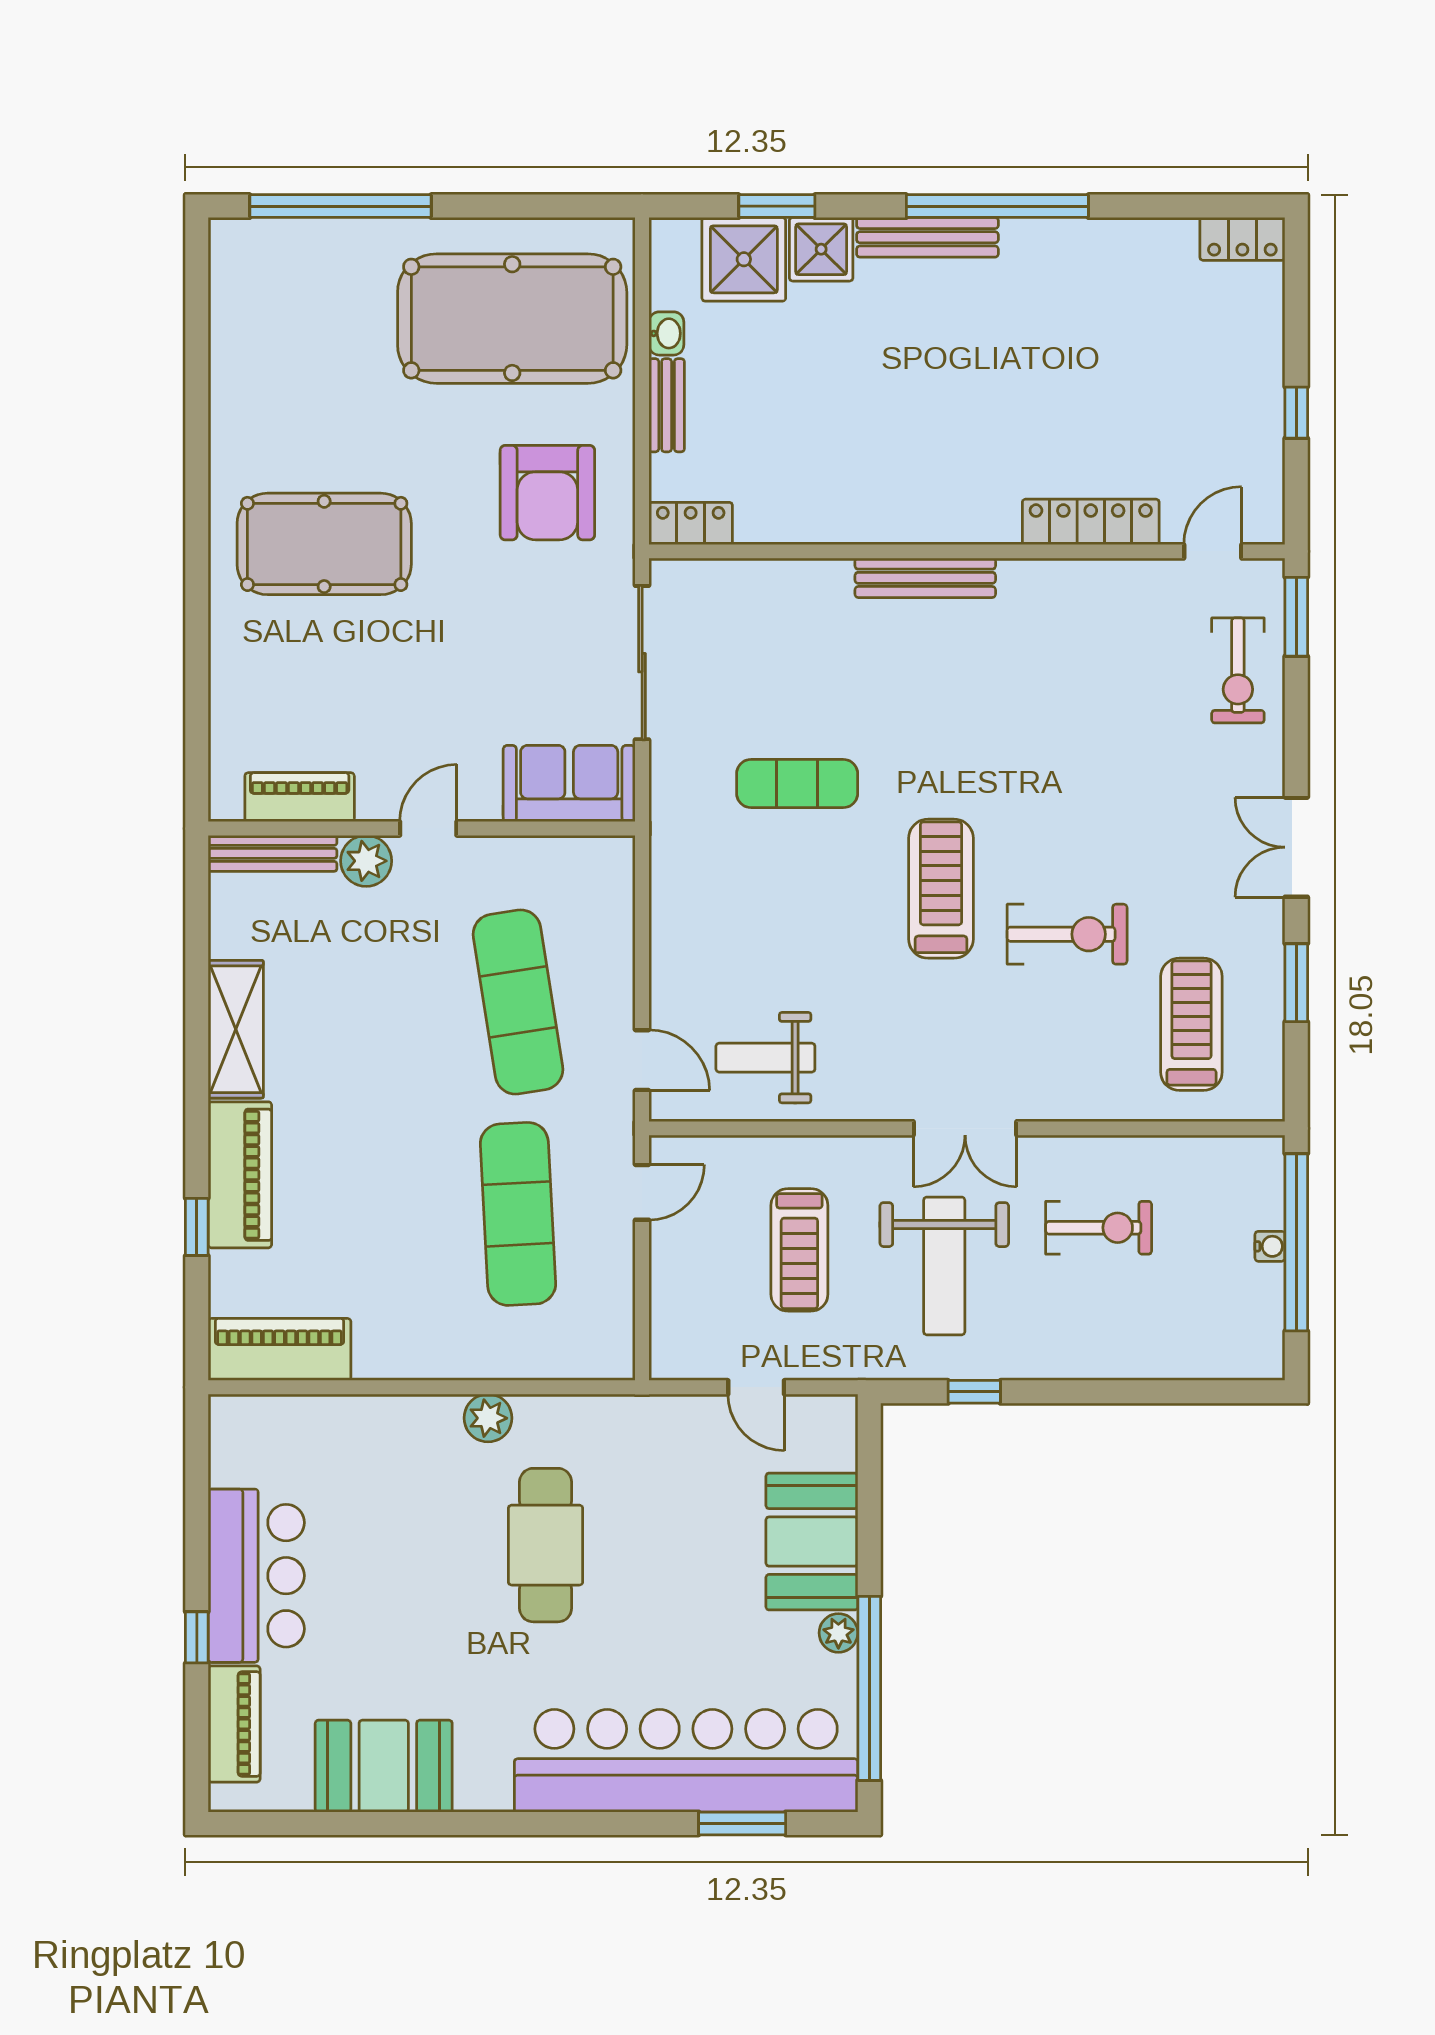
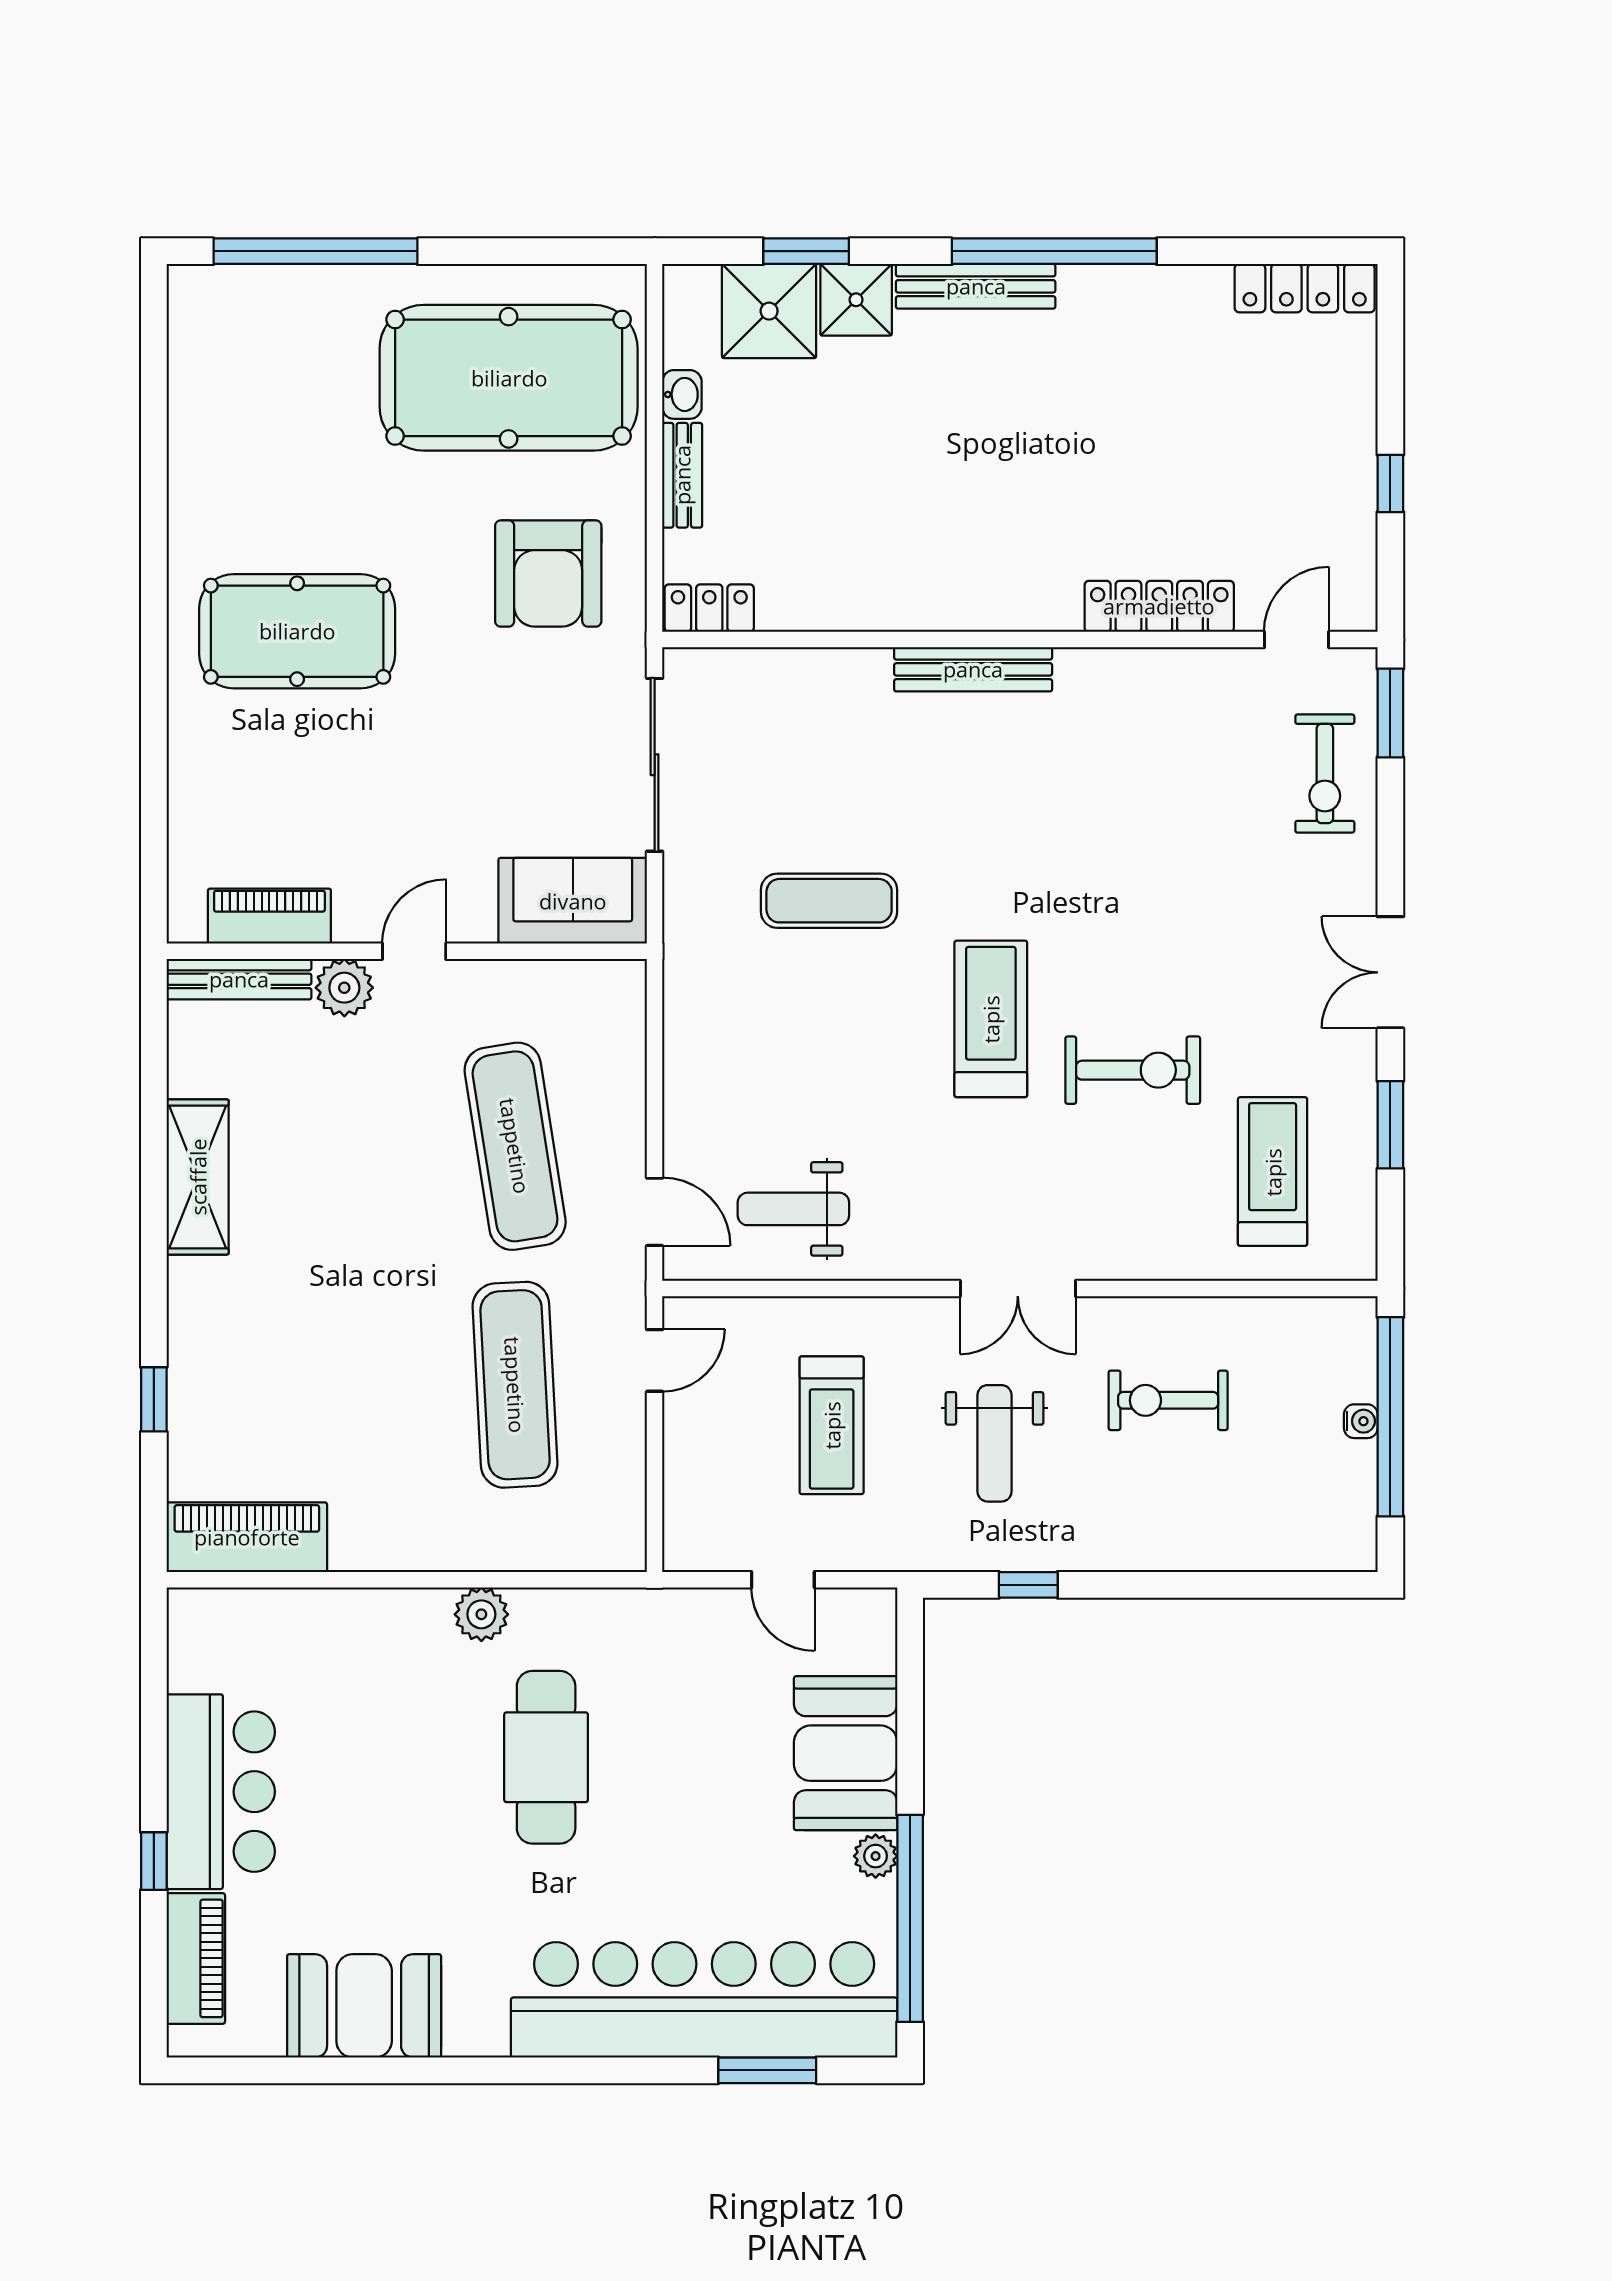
locker: (1242, 239) -> (1305, 288), width x1.53
piano: (240, 1175) -> (202, 1341), removed
exercise bike: (1099, 1228) -> (1168, 1400), turned 180
weight bench: (944, 1266) -> (994, 1443), width x0.73, depth x0.75

